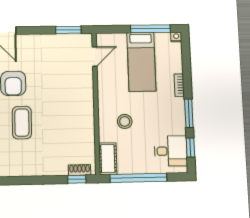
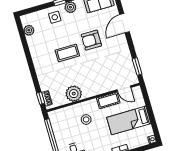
window: (150, 29) -> (153, 121), removed
plant: (83, 129) -> (74, 94), added
cot: (108, 159) -> (108, 100), moved

